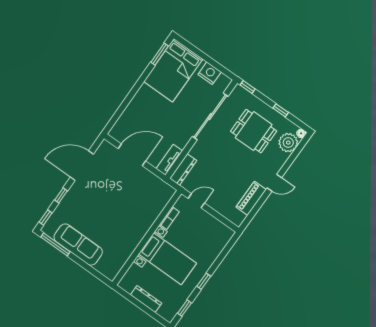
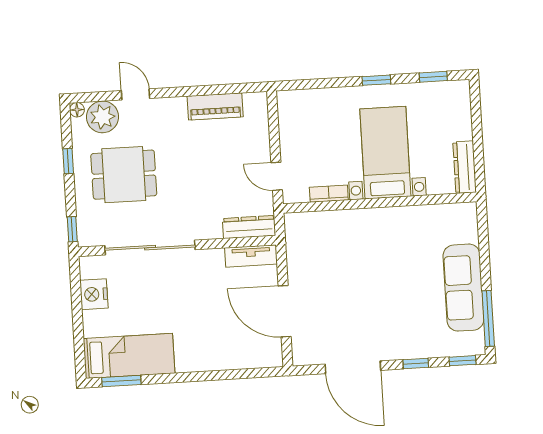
bed: (173, 70) -> (129, 356), width x0.67
dining table: (254, 131) -> (124, 175), turned 90
door: (274, 183) -> (136, 94), moved
dresser: (146, 299) -> (465, 167), moved

